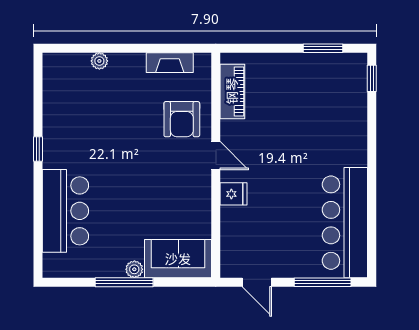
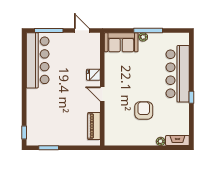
fireplace: (170, 63) -> (177, 141), moved
armchair: (182, 119) -> (144, 110), moved
bar counter: (65, 211) -> (178, 74), width x1.36

